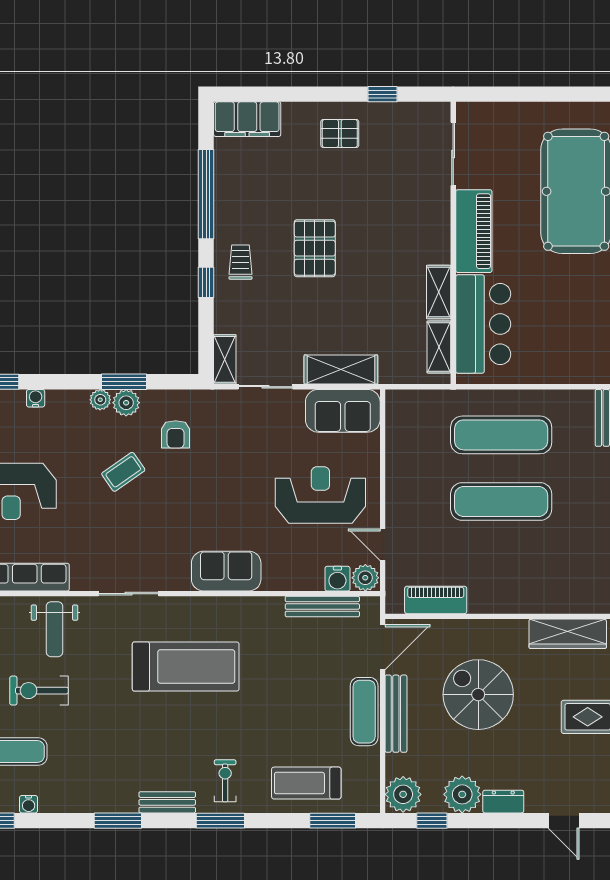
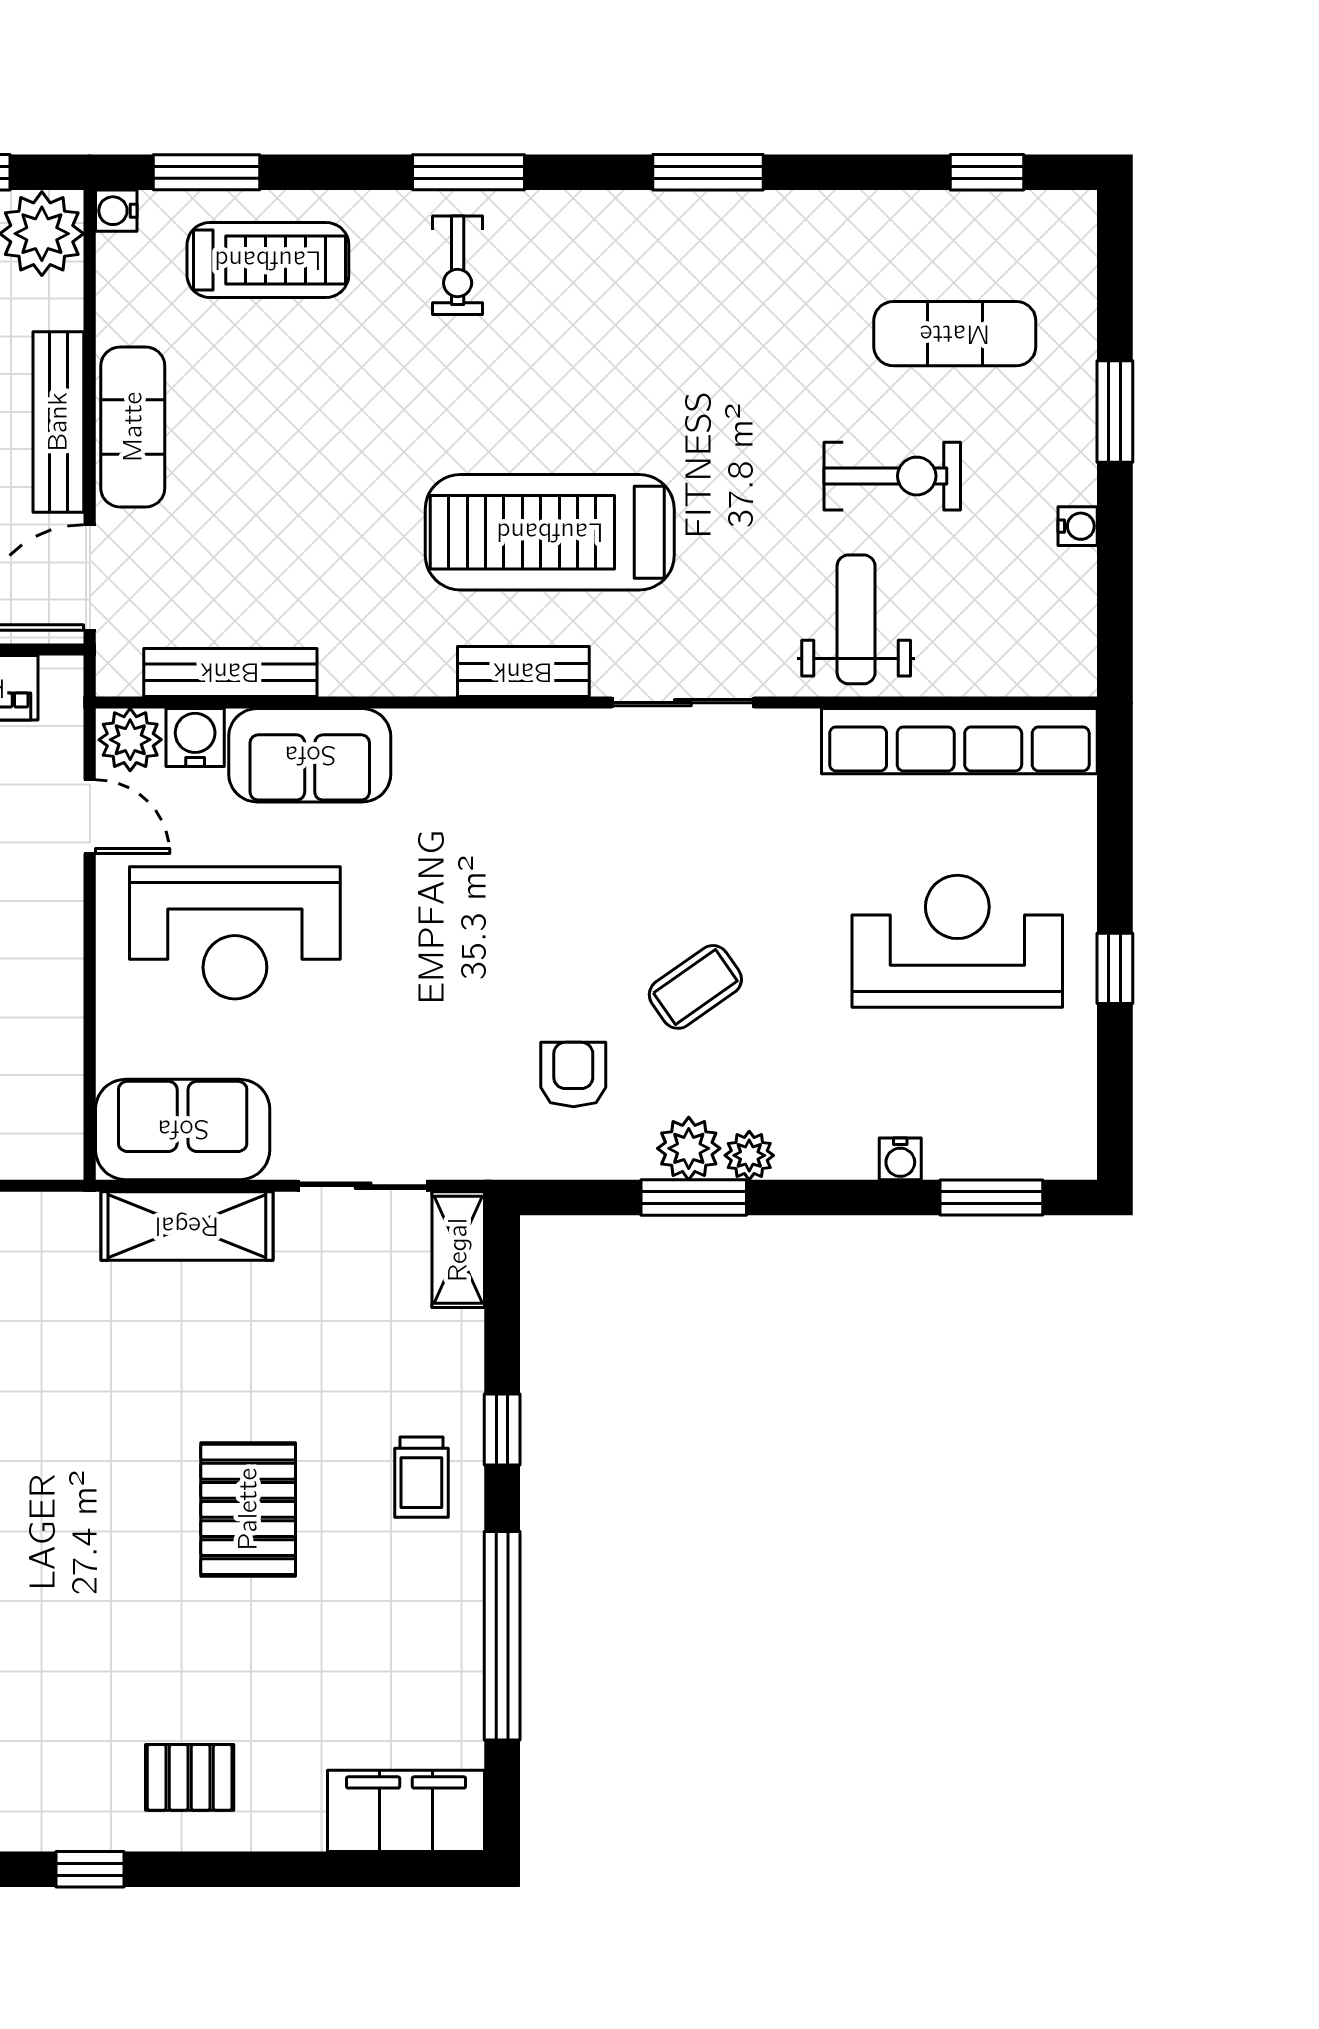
sofa: (226, 571) -> (310, 755), moved
bench: (167, 802) -> (523, 672), moved
water cooler: (29, 804) -> (116, 211), moved, turned -90

